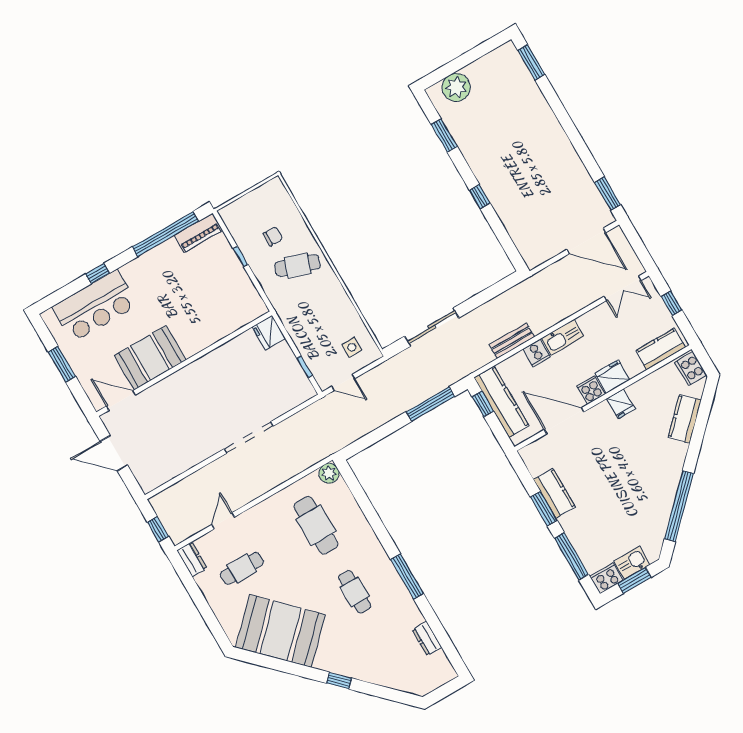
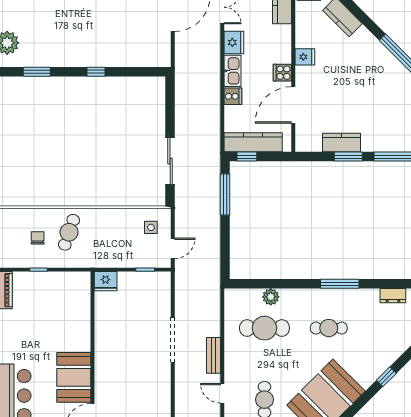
bench: (512, 341) -> (213, 355), moved
fridge: (612, 376) -> (234, 42), moved, turned 180
plant: (329, 473) -> (271, 297), moved

